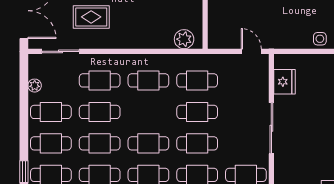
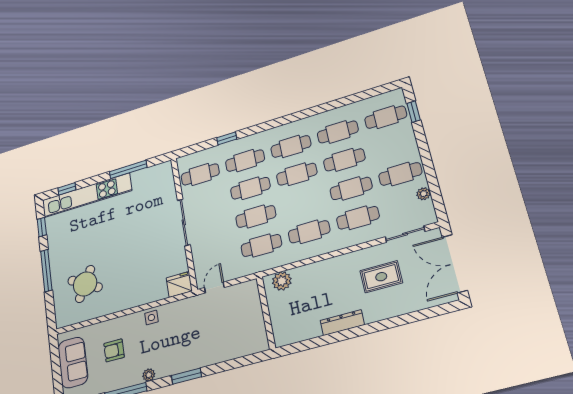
door: (251, 51) -> (214, 288), swing flipped
fridge: (284, 82) -> (179, 284), moved, turned 90
cafe table: (51, 143) -> (393, 145), removed

